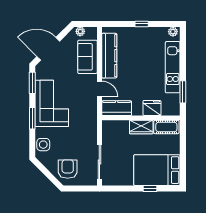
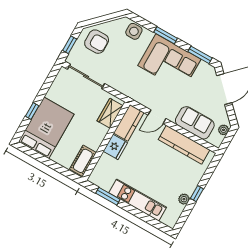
plant: (173, 32) -> (184, 199), moved
fridge: (152, 108) -> (115, 147), moved
wardrobe: (141, 127) -> (110, 113), moved
window: (82, 189) -> (70, 45), added

